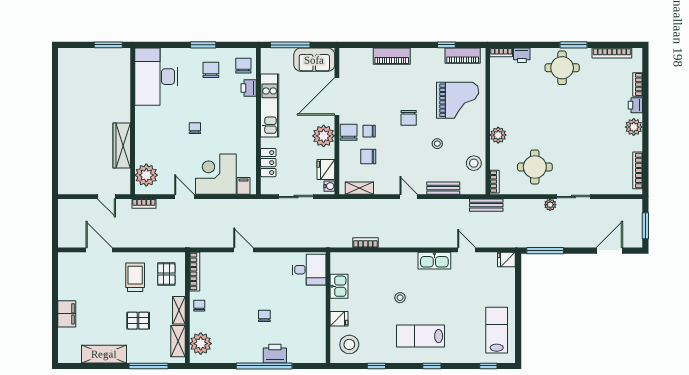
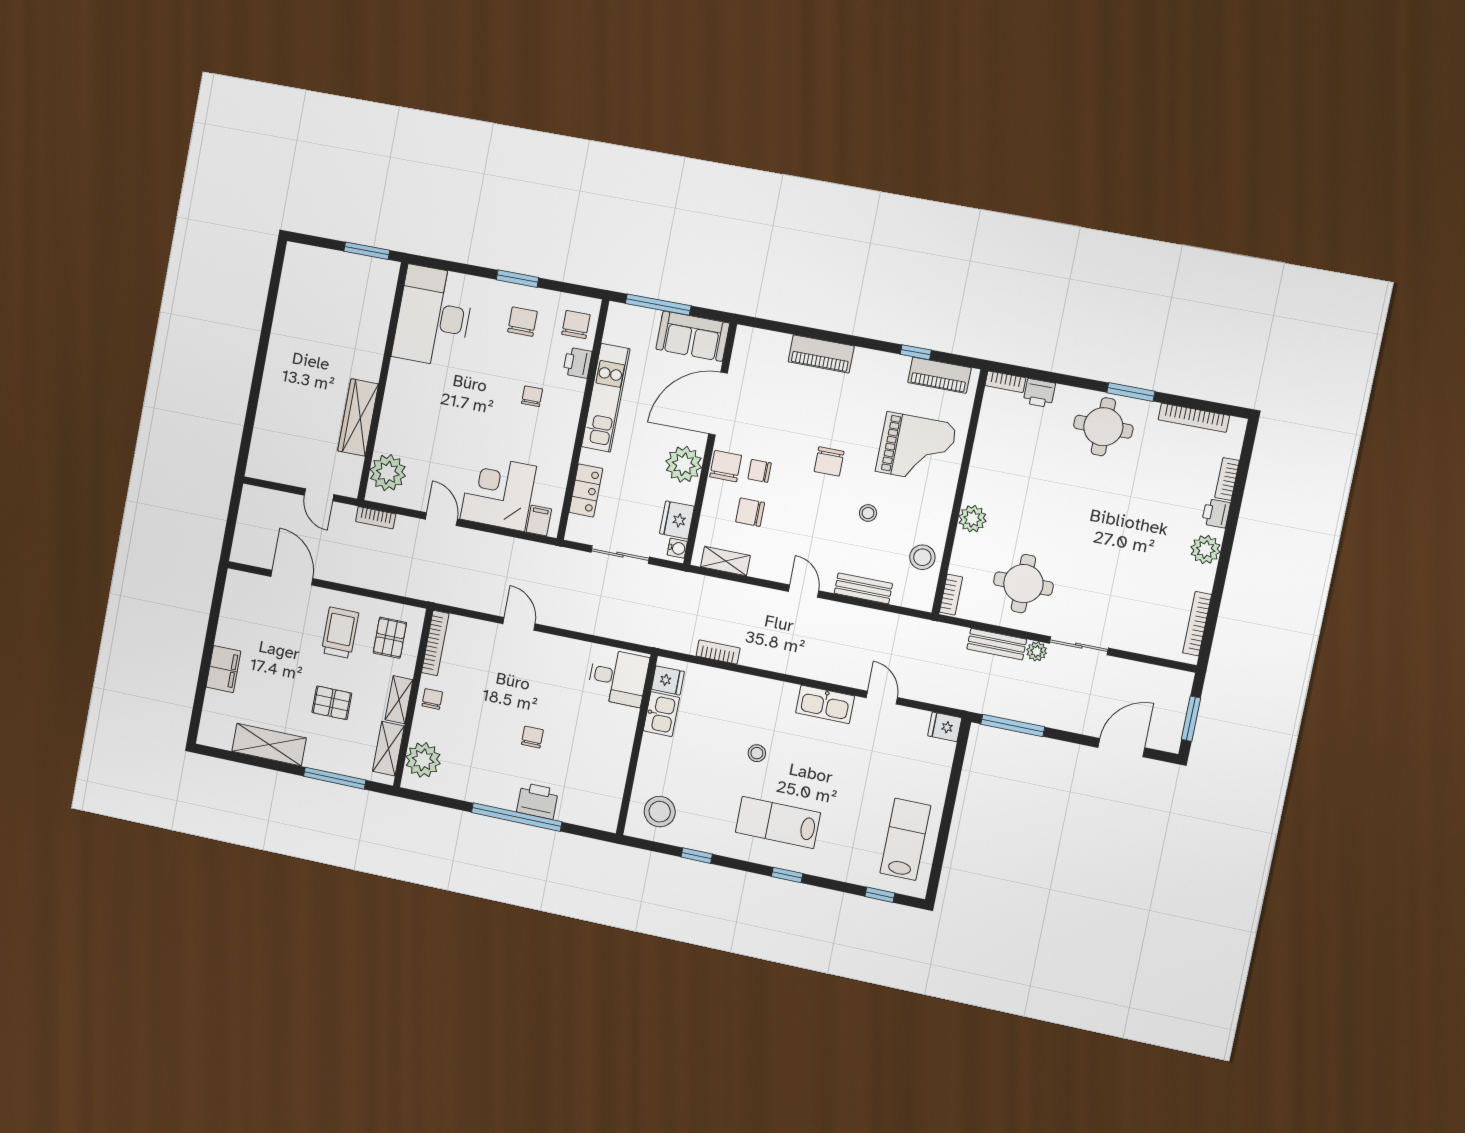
chair: (195, 128) -> (532, 396), moved
bench: (486, 205) -> (997, 644), moved
fridge: (339, 319) -> (668, 680), moved

